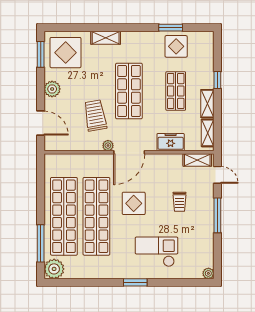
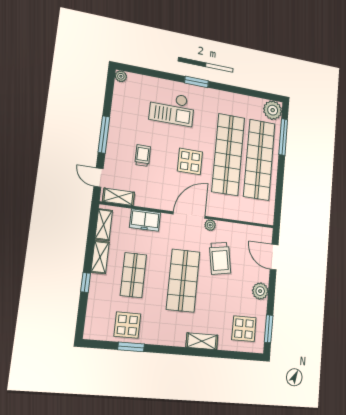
display table: (66, 53) -> (244, 329), width x0.73, depth x0.73

